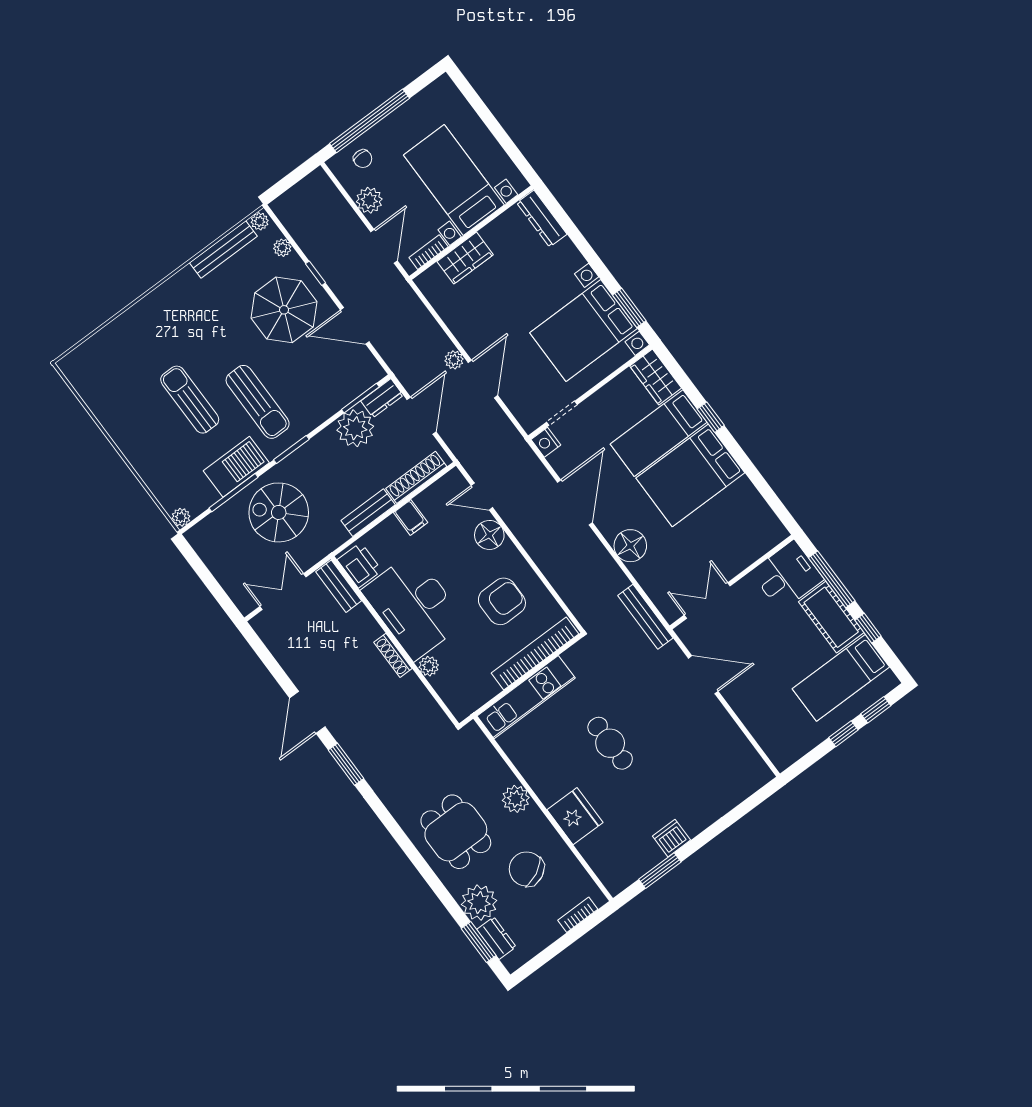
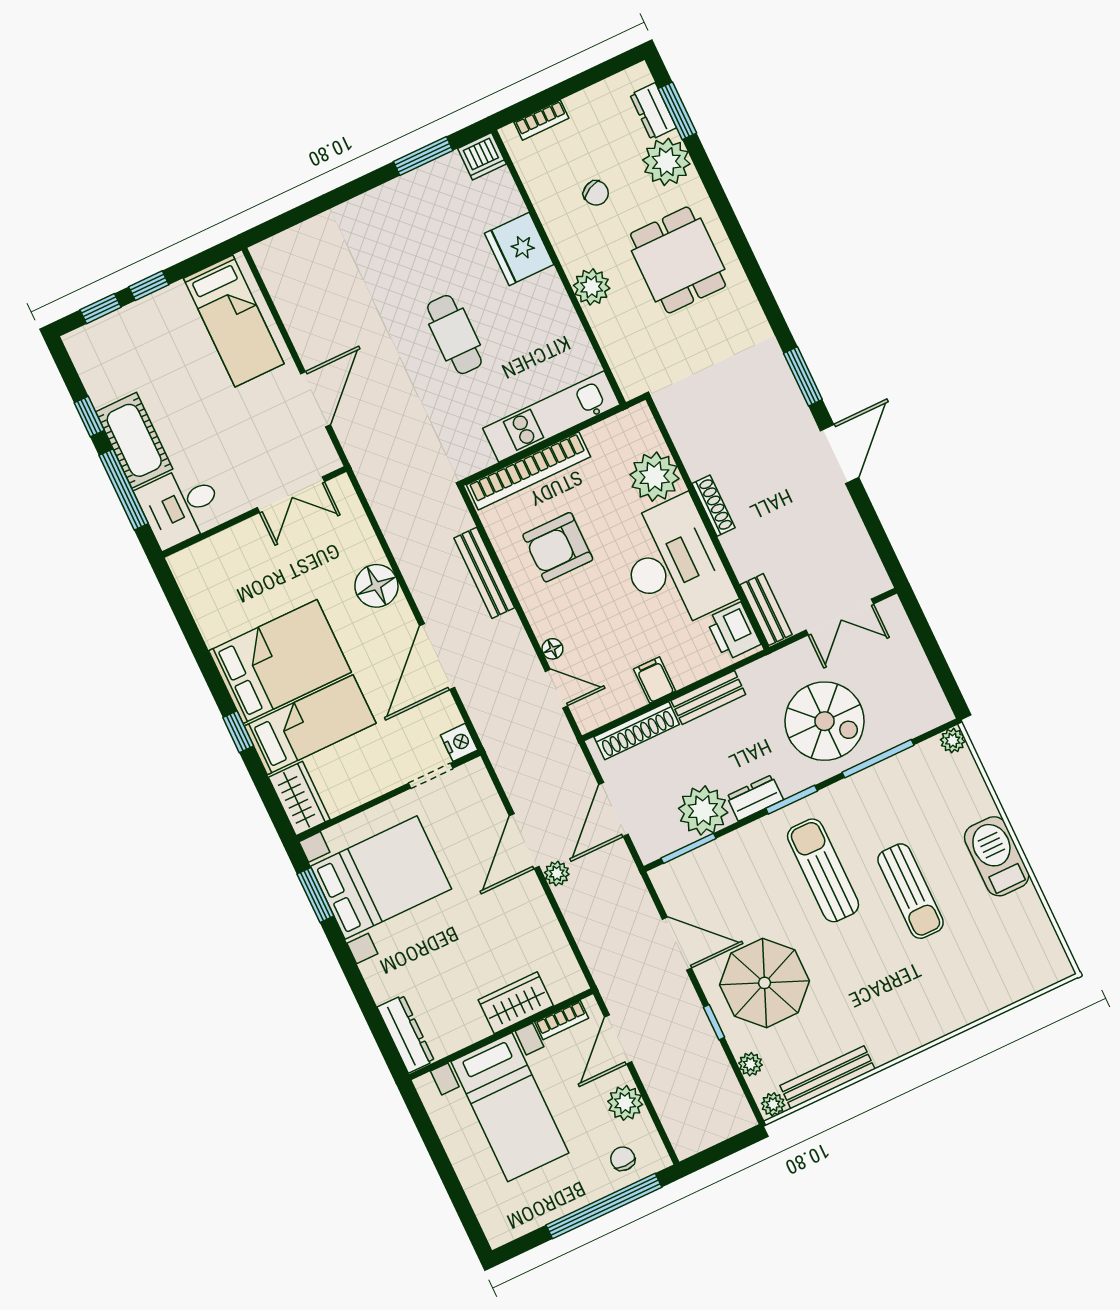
dresser: (382, 398) -> (755, 798), moved
barbecue: (236, 467) -> (997, 856), moved, turned 90
floor lamp: (489, 535) -> (552, 649), width x0.53, depth x0.53
bench: (645, 617) -> (484, 573), moved
plant: (429, 666) -> (654, 477), width x1.88, depth x1.88
door: (703, 675) -> (315, 399), swing flipped
bed: (841, 678) -> (234, 321), moved, turned 90
dishwasher: (672, 838) -> (482, 156), moved
chair: (527, 869) -> (596, 193), width x0.54, depth x0.54

